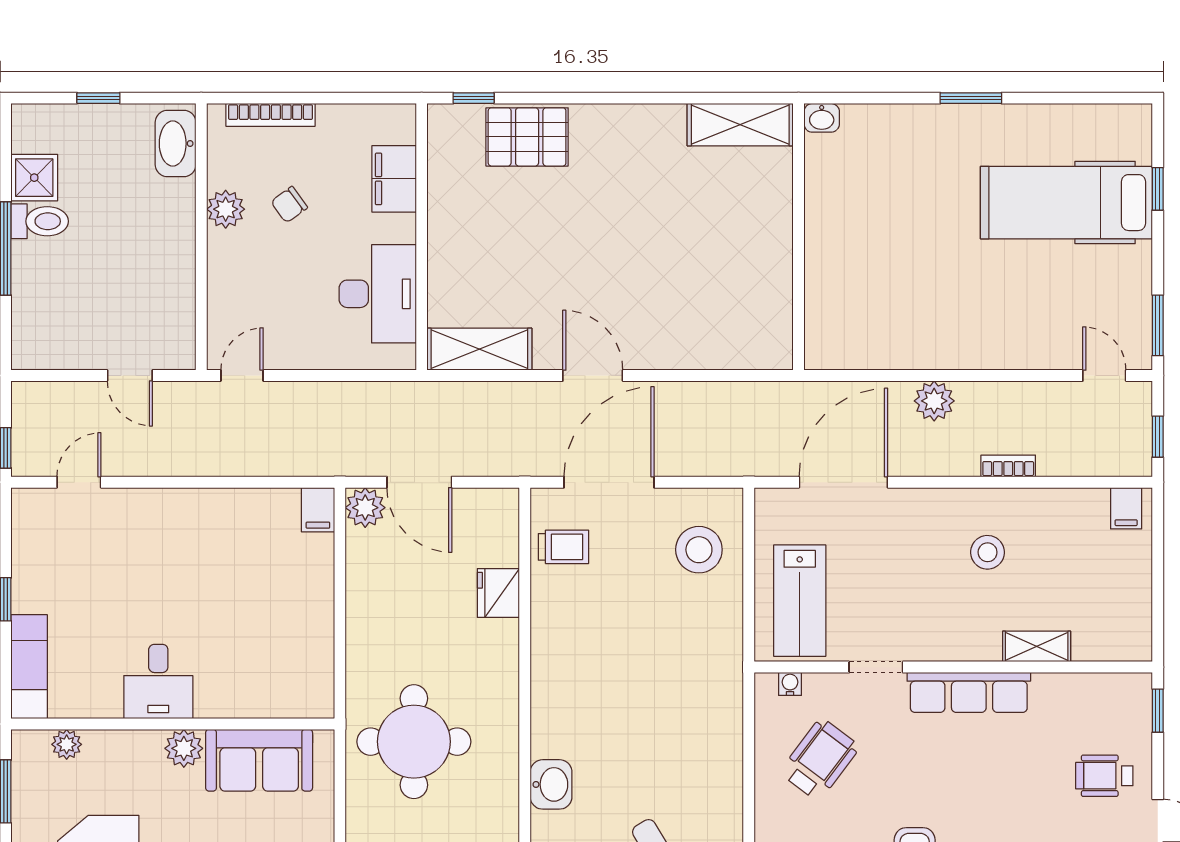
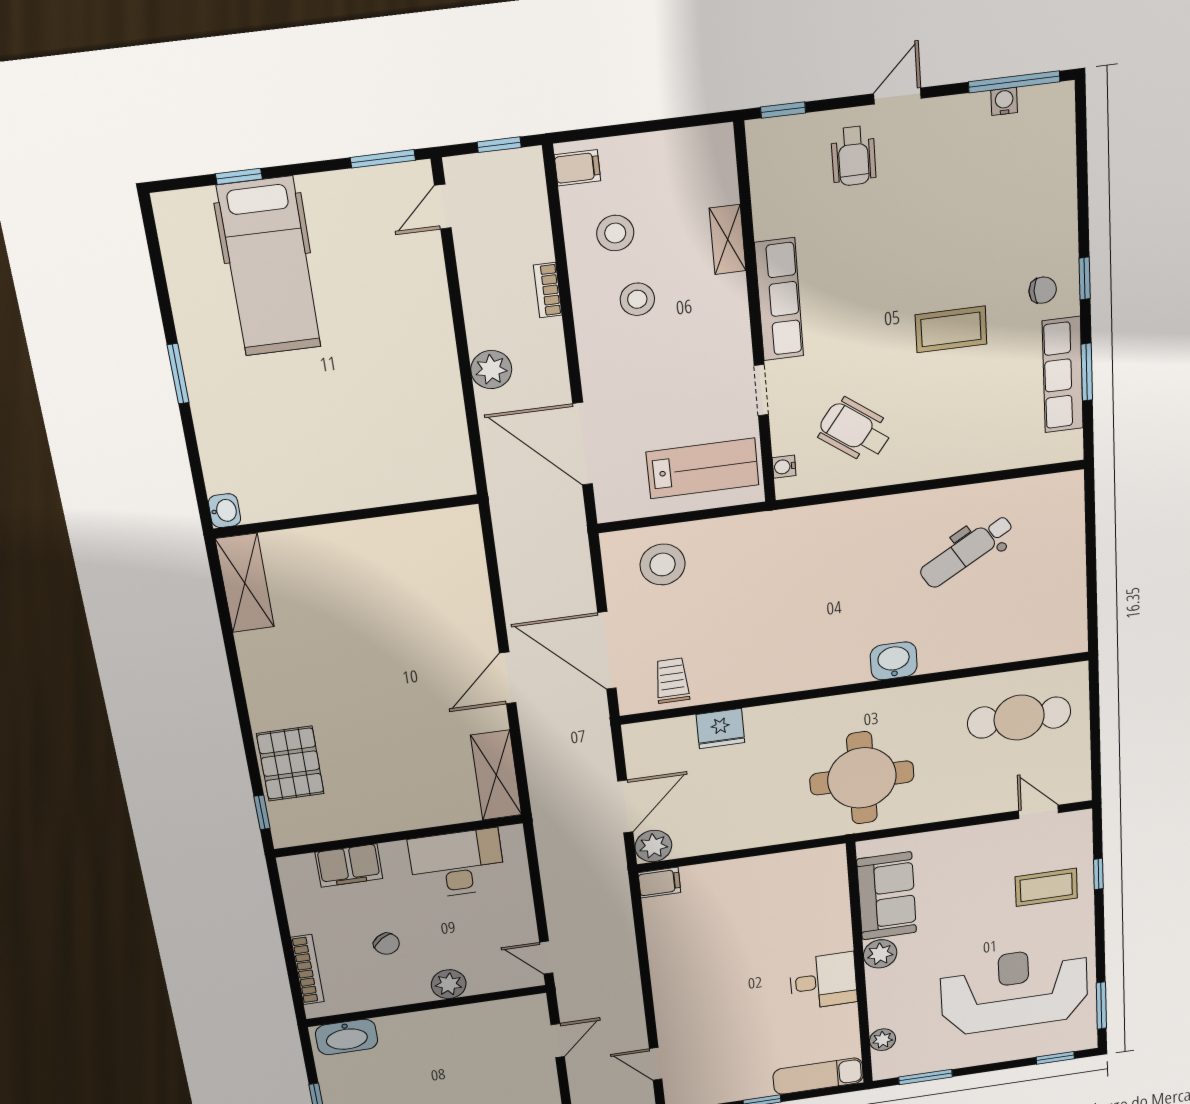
plant: (226, 209) -> (449, 984), moved
stool: (1057, 538) -> (615, 233), added

